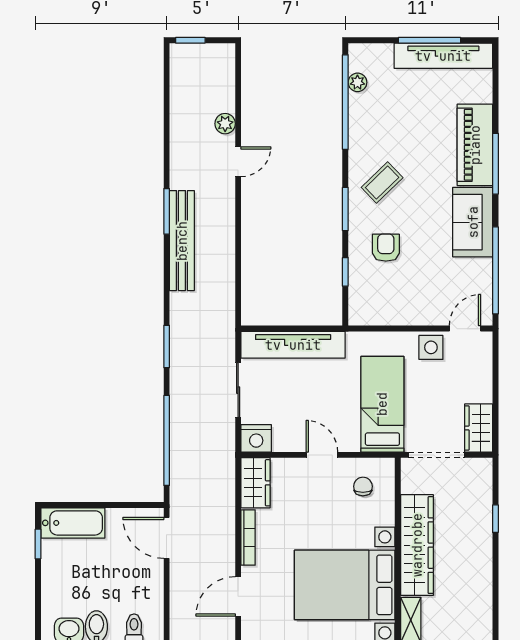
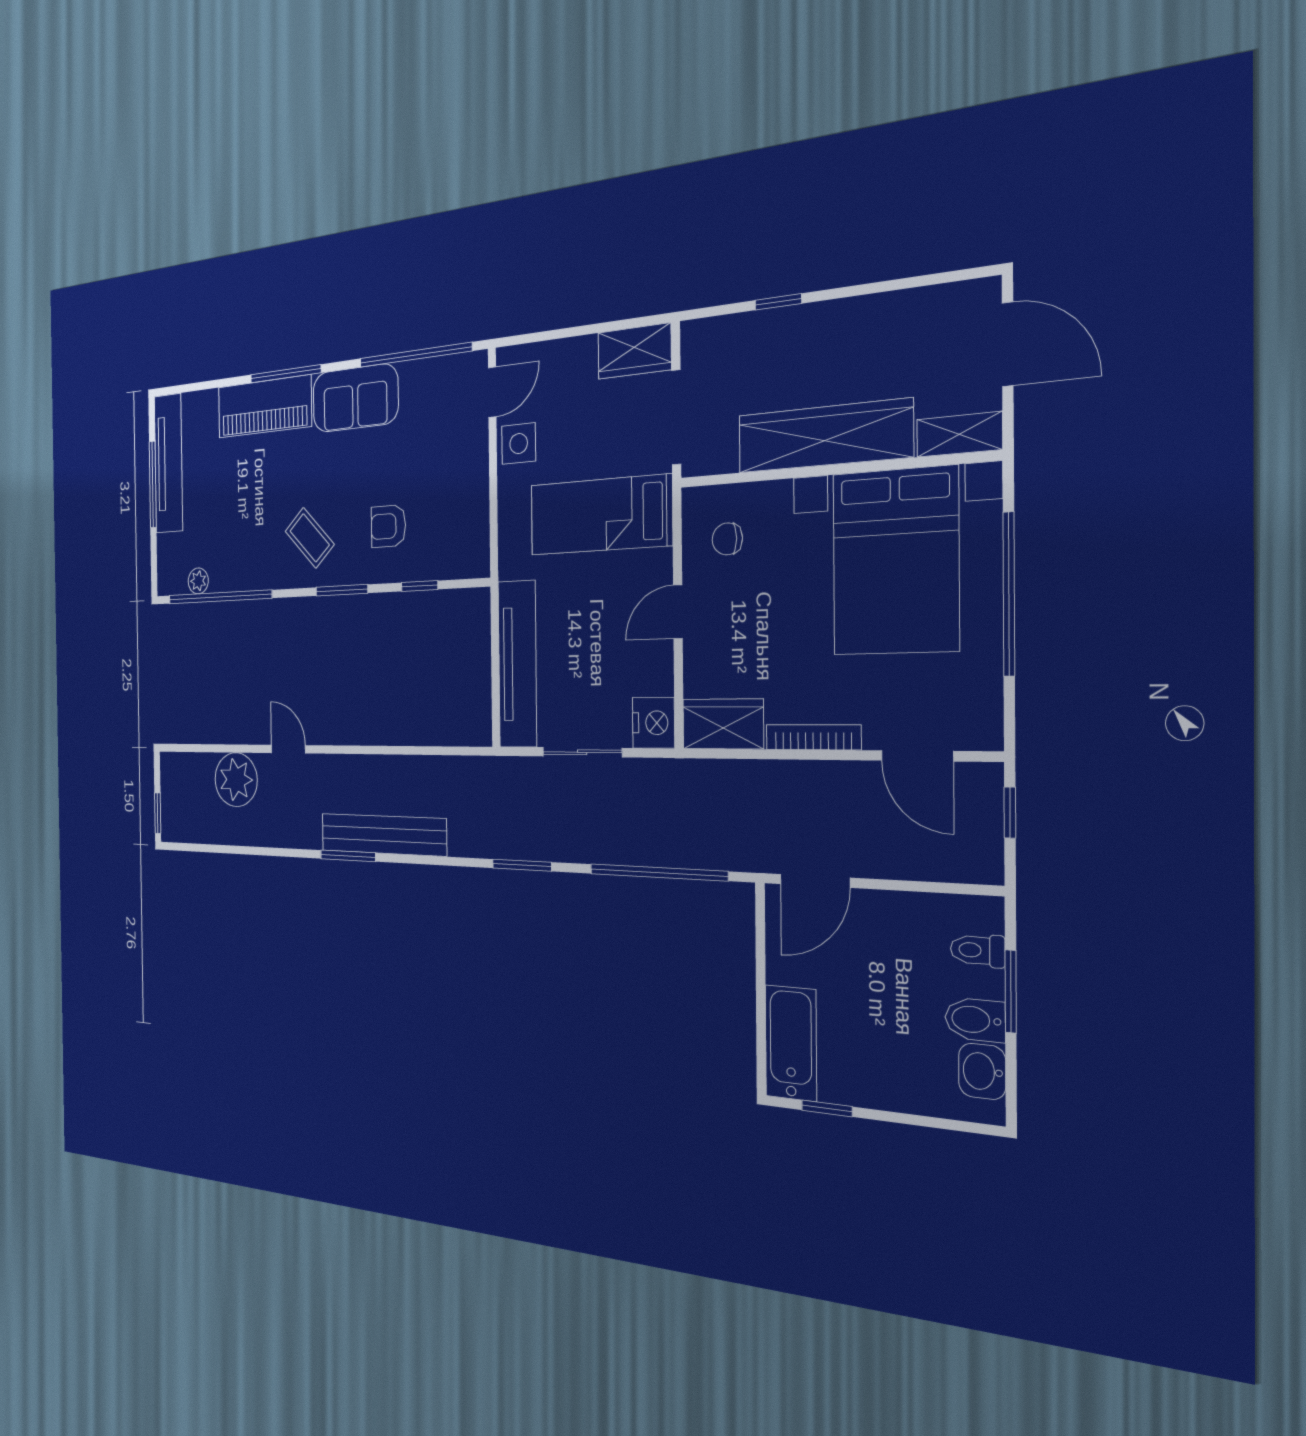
plant: (225, 124) -> (236, 780), width x1.88, depth x1.88
door: (465, 329) -> (492, 392), swing flipped

